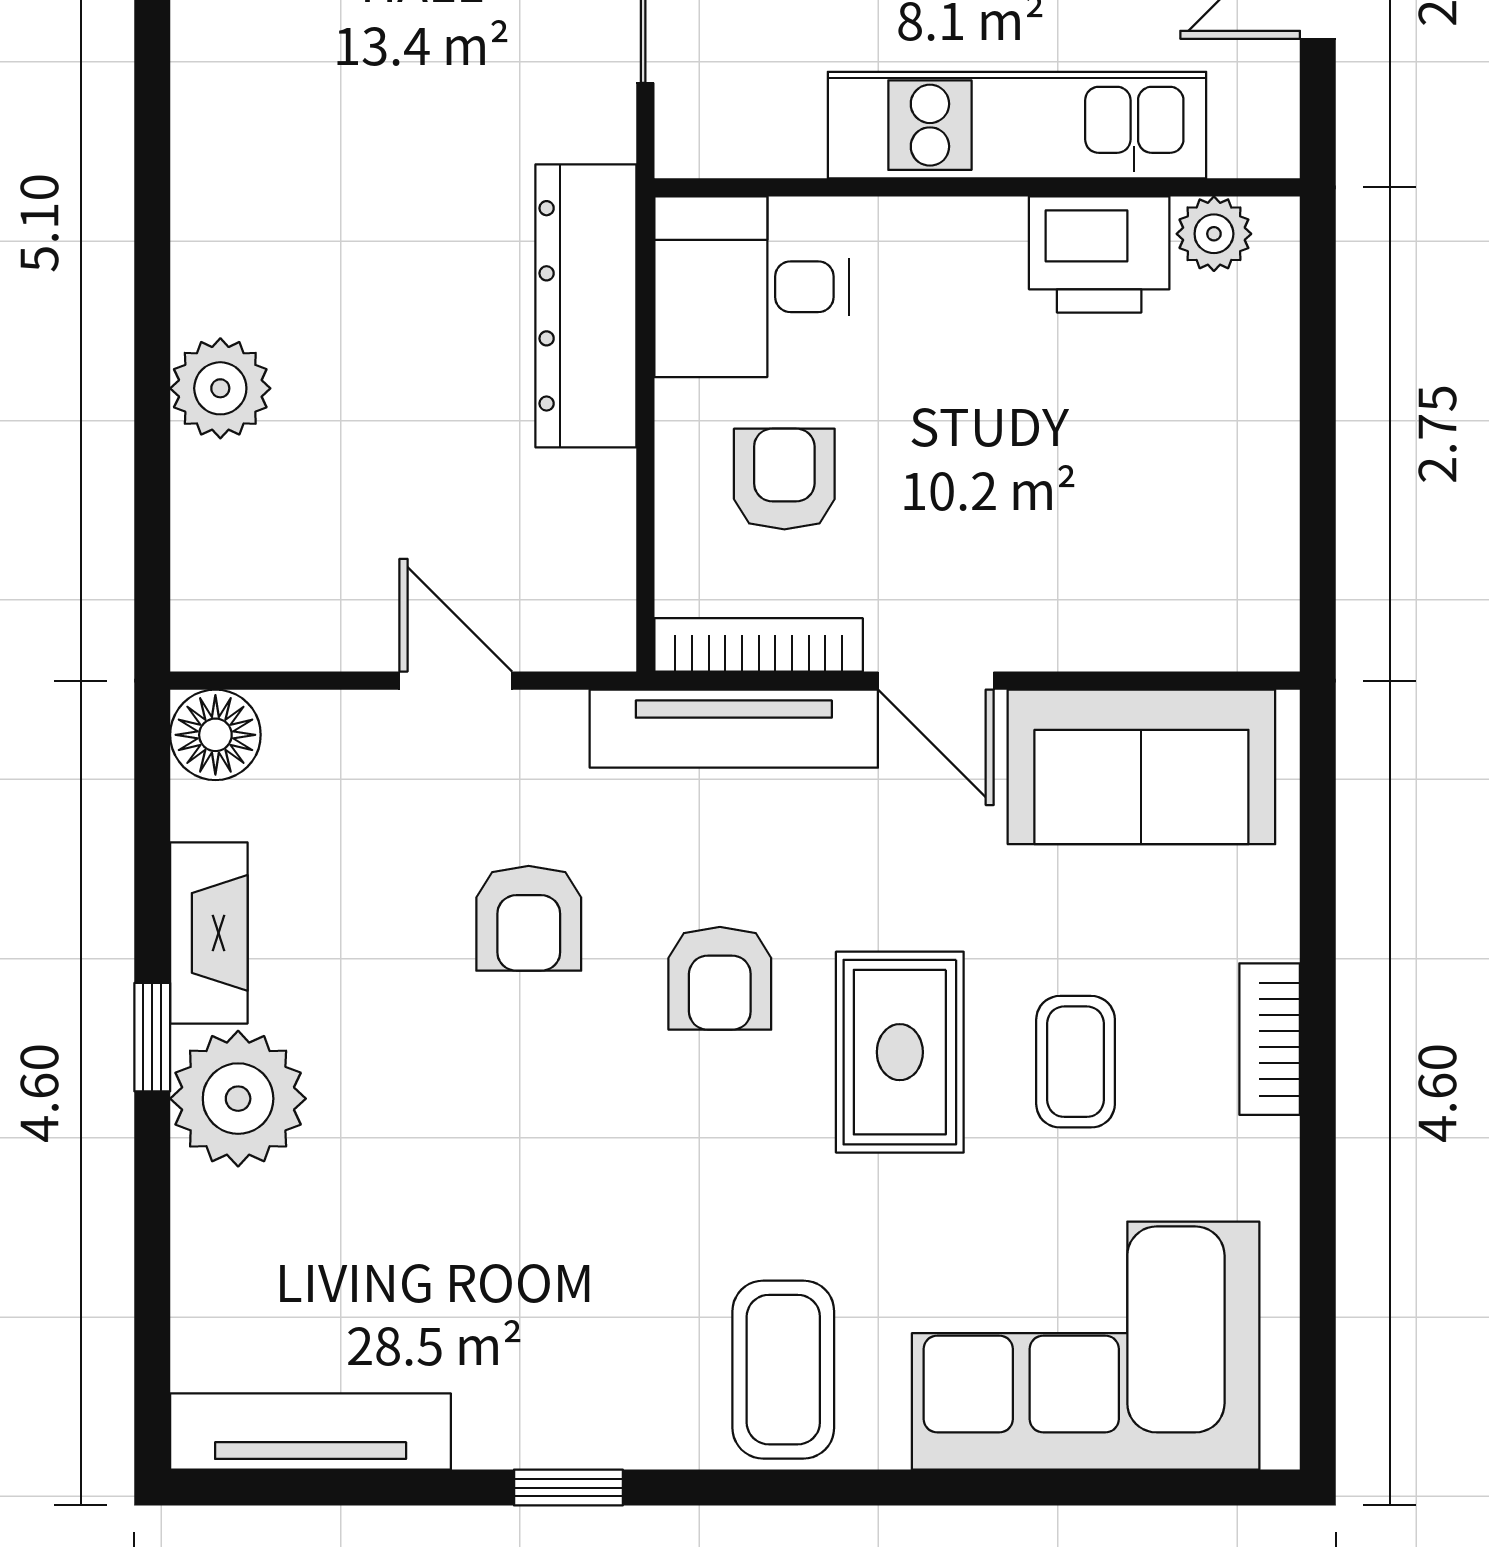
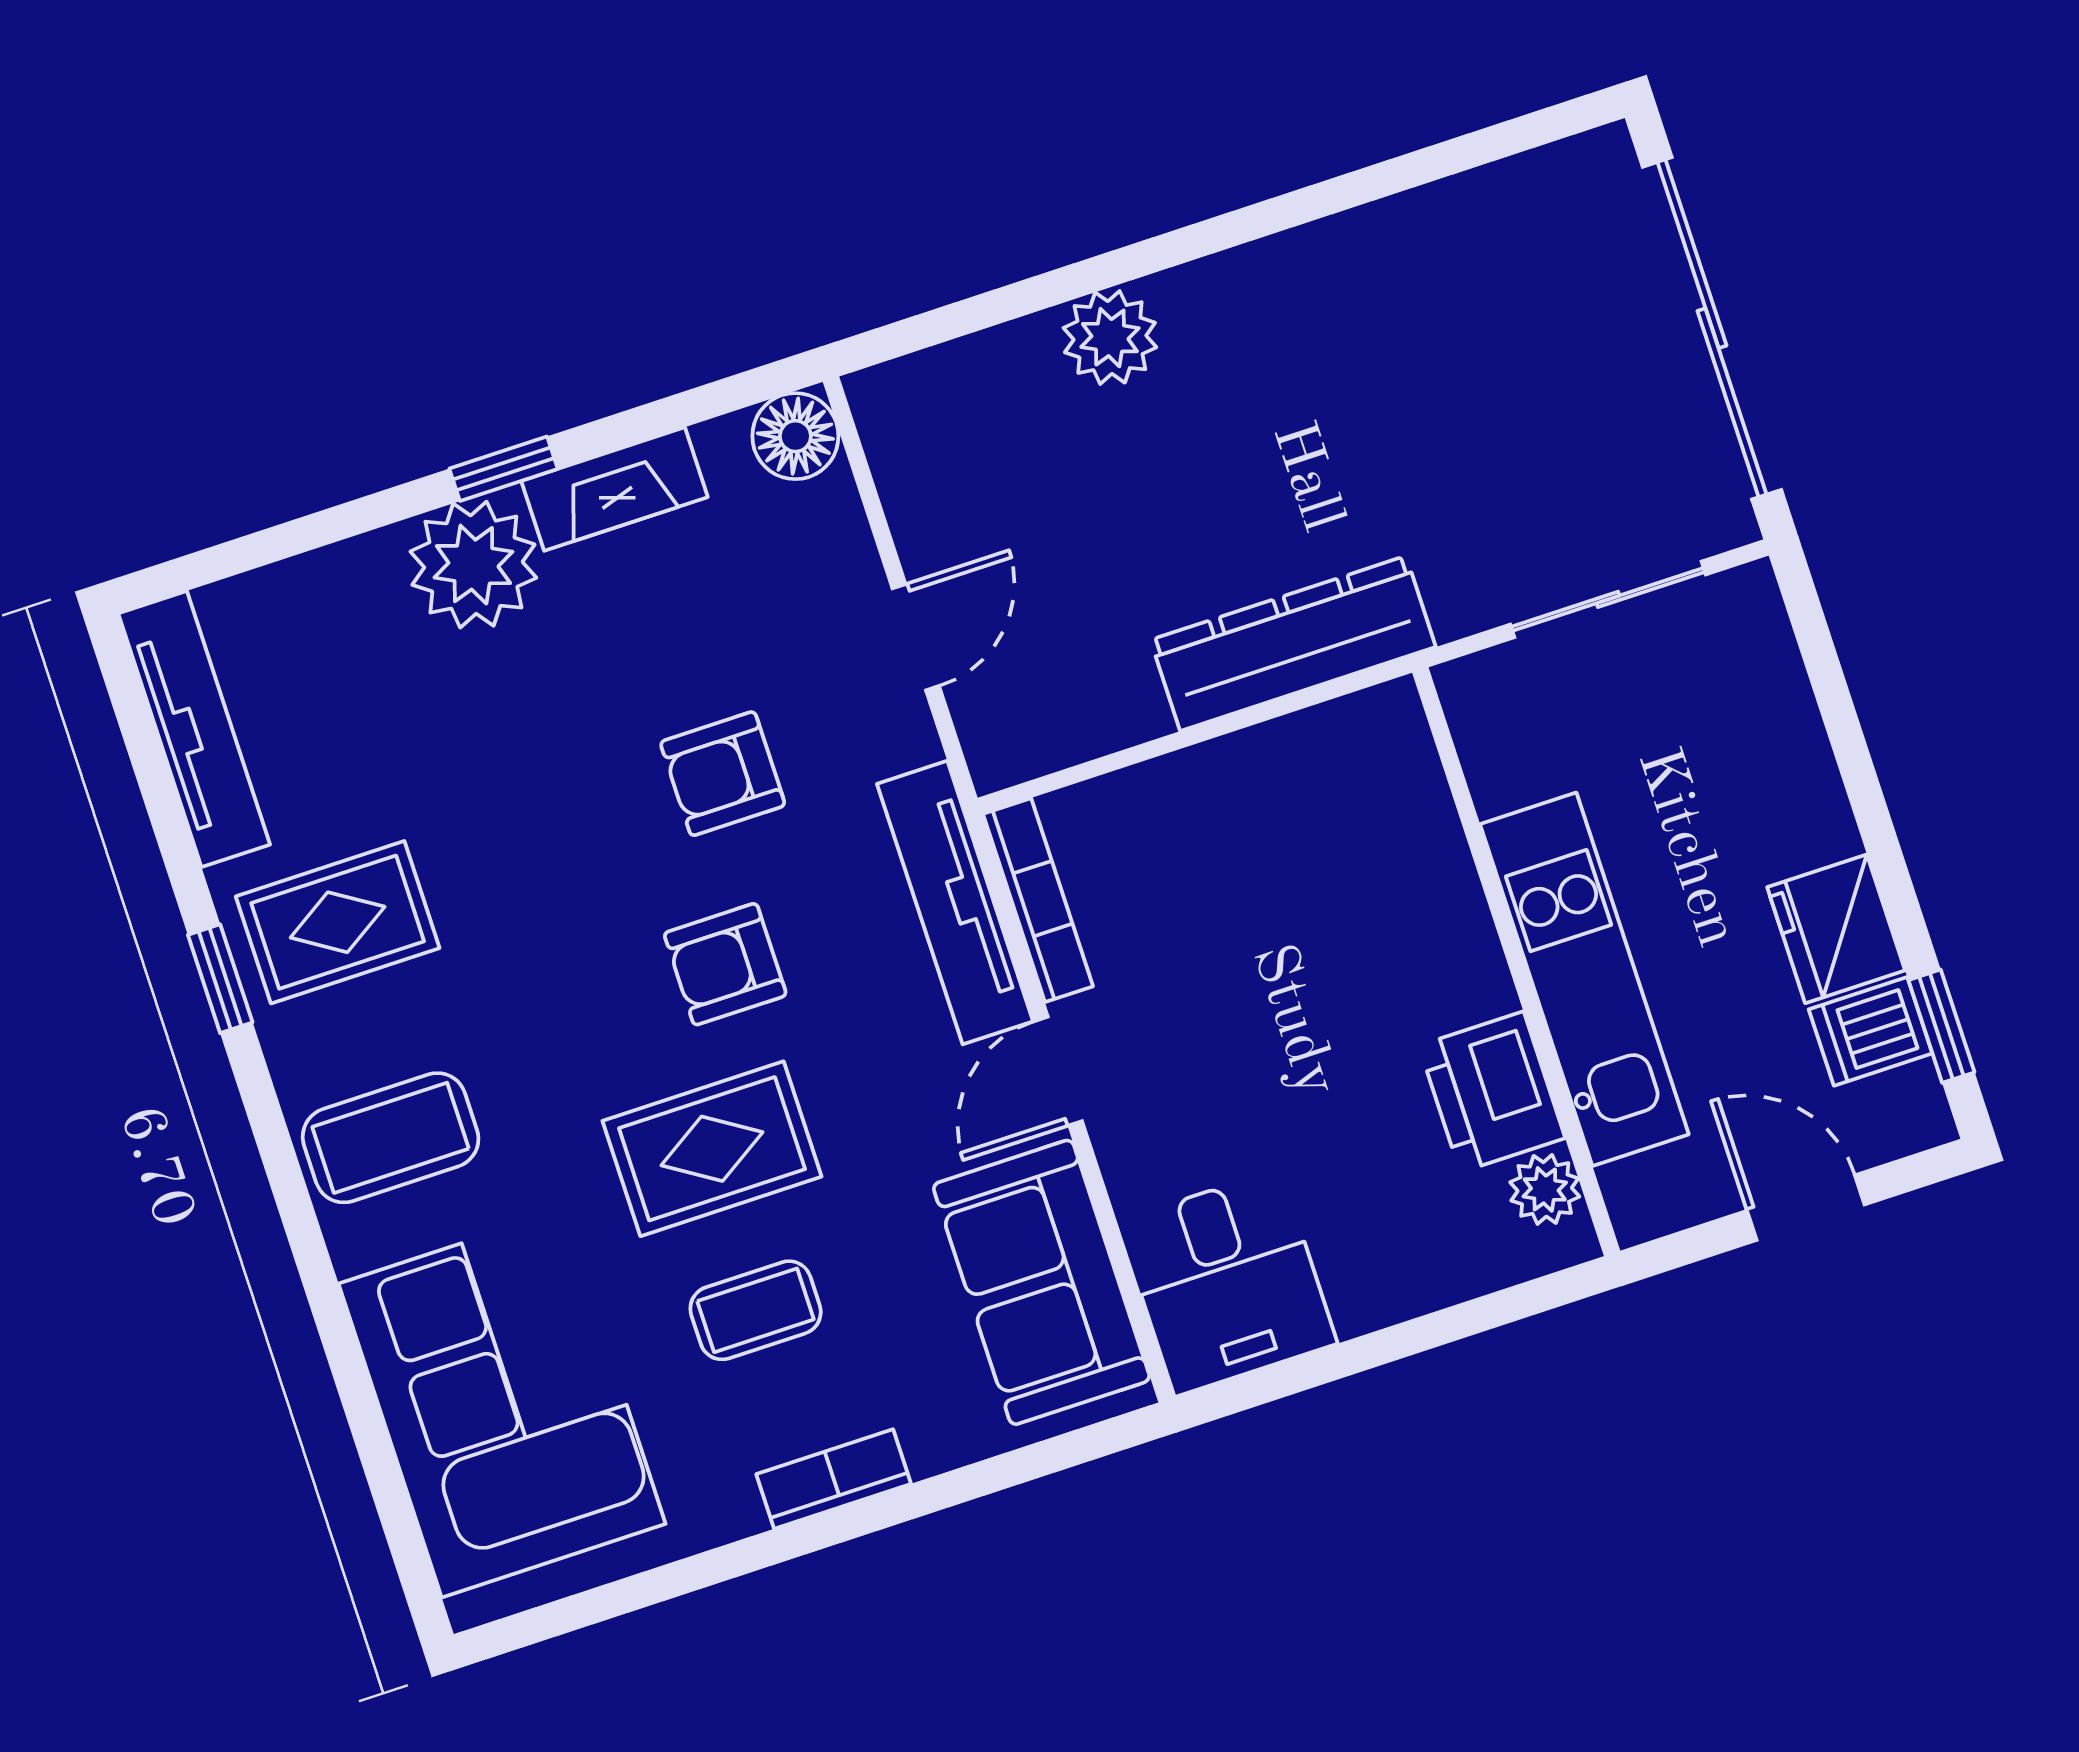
desk: (752, 287) -> (1227, 1282), moved, turned 180
armchair: (784, 479) -> (1195, 874), removed
rug: (551, 1352) -> (338, 922), added

